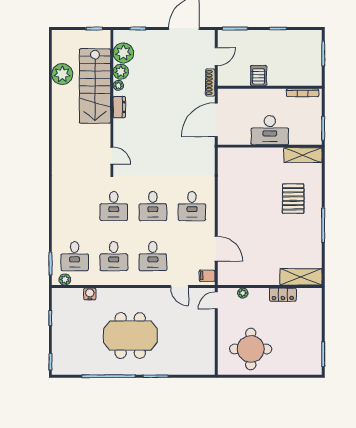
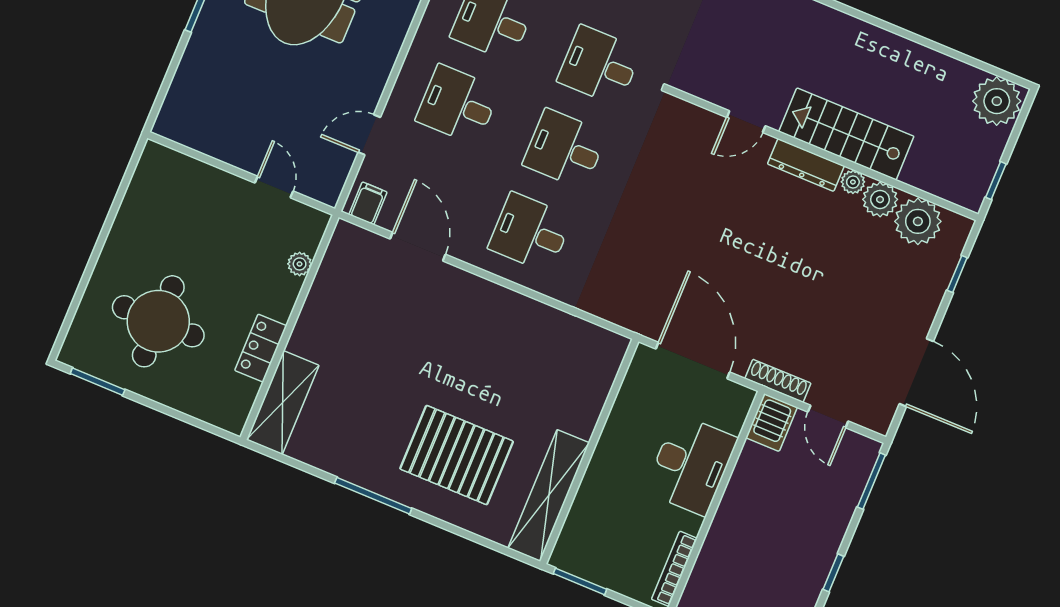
plant: (62, 74) -> (997, 101), moved
server rack: (259, 76) -> (771, 422), moved, turned 90
stairs: (95, 86) -> (846, 134), width x0.73, depth x0.66
dresser: (119, 107) -> (806, 165), width x1.44
desk: (270, 130) -> (691, 465), moved, turned 180
shelving: (303, 155) -> (549, 495), width x1.47
door: (112, 156) -> (746, 122), moved
pallet: (293, 199) -> (457, 455), width x1.37, depth x1.41
door: (216, 249) -> (418, 247), swing flipped
door: (216, 300) -> (274, 187), moved
round table: (251, 349) -> (158, 321), moved

